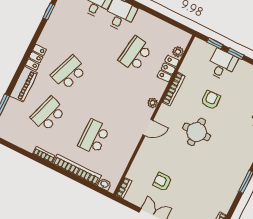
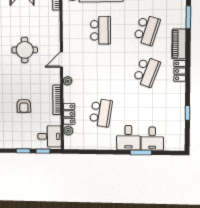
desk: (222, 65) -> (49, 136), moved, turned -90
round table: (197, 132) -> (25, 50), moved
armchair: (162, 182) -> (28, 22), removed

